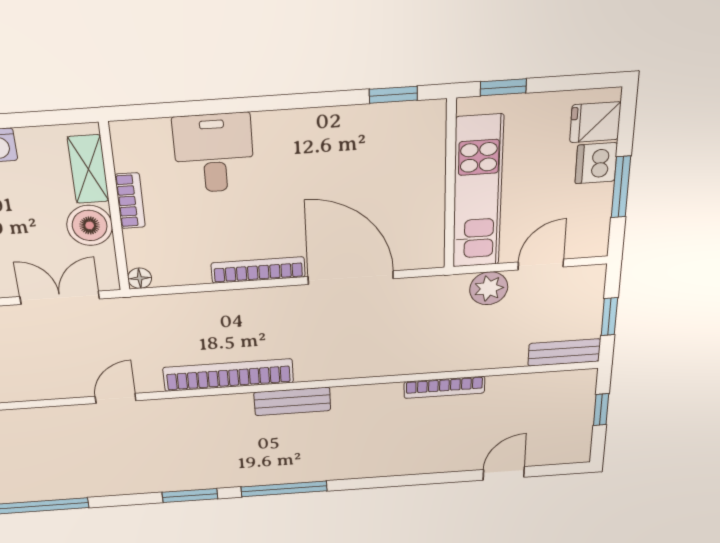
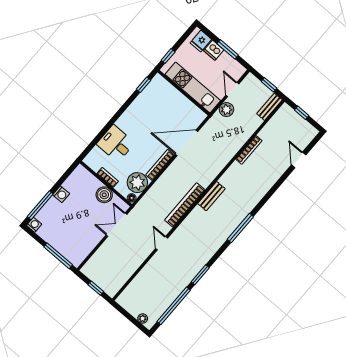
shelving: (88, 169) -> (89, 179), removed
plant: (180, 262) -> (137, 183), added
window: (190, 496) -> (200, 275), moved

